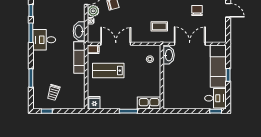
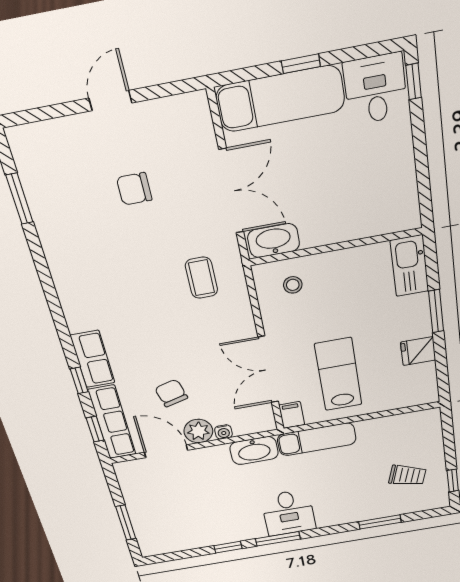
double door: (190, 44) -> (231, 191), swing flipped
lab bench: (108, 71) -> (338, 374), turned 180
fridge: (94, 103) -> (418, 351), moved

